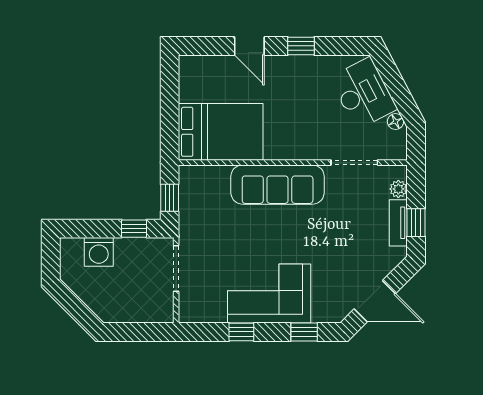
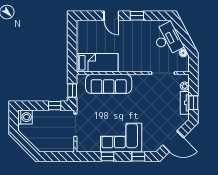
bed: (221, 132) -> (97, 63), width x0.67
sofa: (278, 185) -> (109, 84), moved
washing machine: (99, 252) -> (25, 117), moved, turned -90

